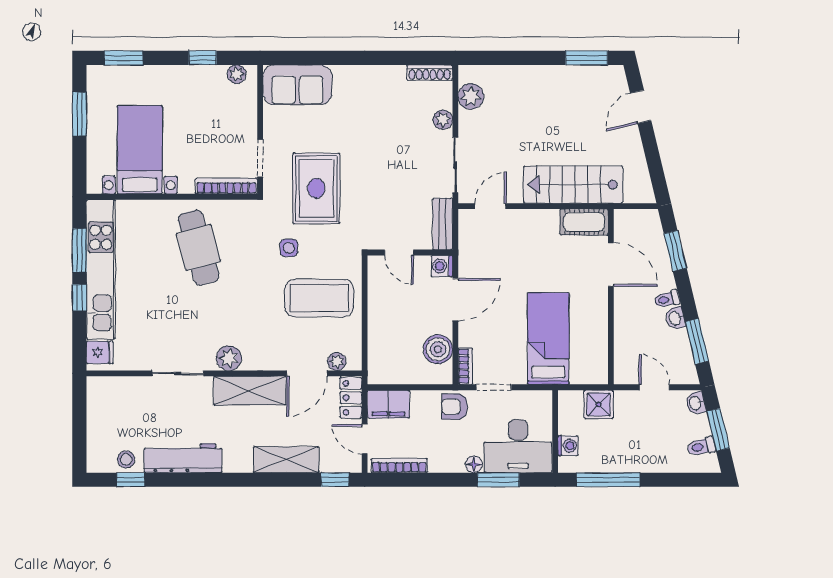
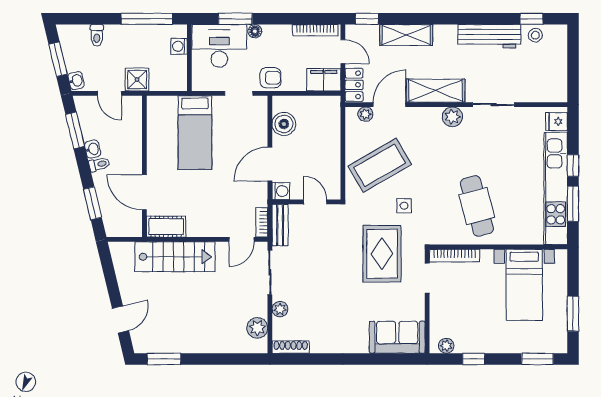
coffee table: (319, 298) -> (380, 165), turned -30
bookcase: (465, 366) -> (262, 222), moved
shower: (599, 404) -> (137, 79), moved
toilet: (701, 447) -> (97, 35), moved, turned 103

